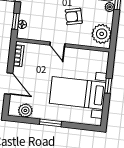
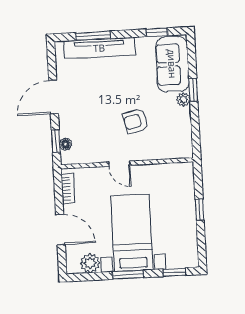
plant: (102, 34) -> (178, 139), removed
bed with nightstands: (78, 93) -> (132, 233), moved, turned 90
window: (83, 127) -> (174, 272), added

